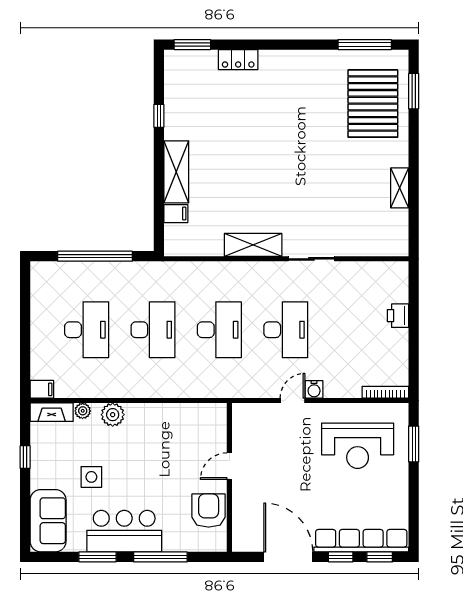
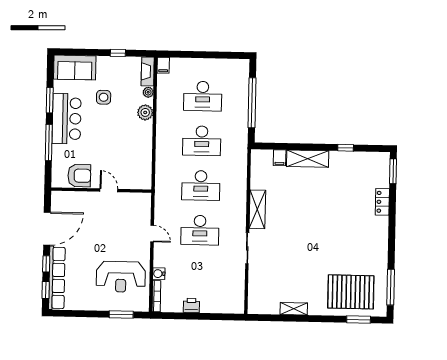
printer: (398, 316) -> (191, 305), moved
water cooler: (314, 389) -> (159, 274), moved
reception desk: (358, 446) -> (121, 277), turned -90

